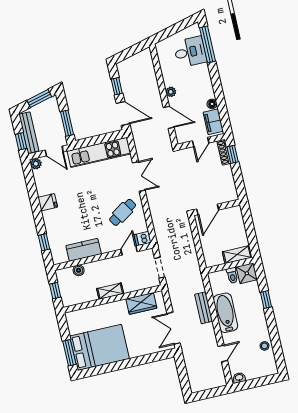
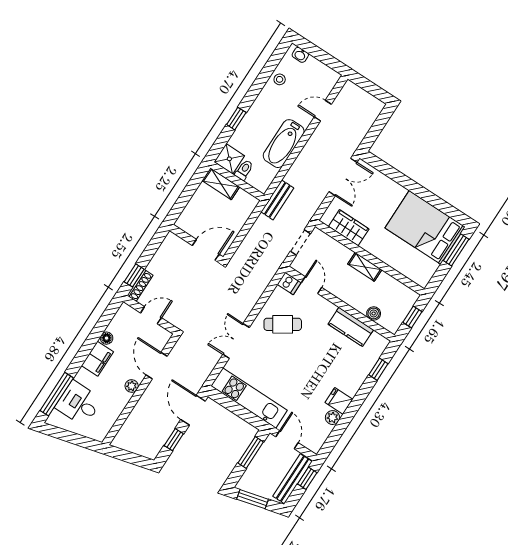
filing cabinet: (213, 122) -> (97, 359), moved
plant: (36, 164) -> (333, 418), moved
door: (129, 250) -> (312, 285), swing flipped
bench: (204, 308) -> (277, 200), moved
washbasin: (239, 378) -> (300, 55), moved

